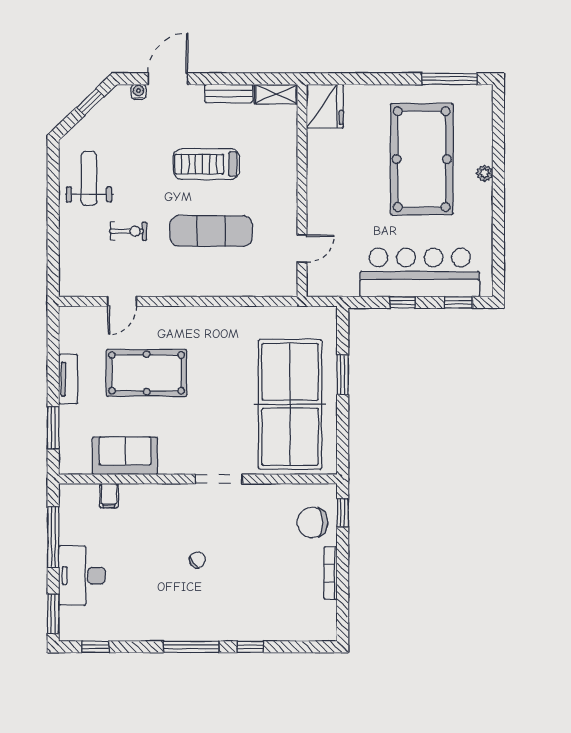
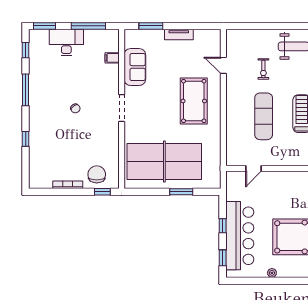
plant: (485, 173) -> (272, 273), moved
door: (302, 249) -> (253, 168), hinge flipped
pool table: (147, 373) -> (194, 101), moved
doorway: (219, 479) -> (122, 108), moved
window: (191, 647) -> (26, 90), moved

